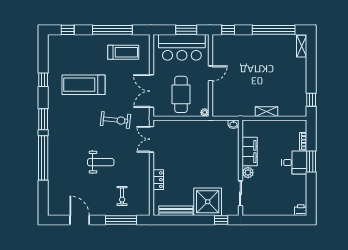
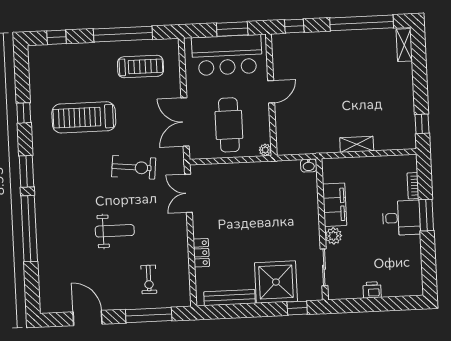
printer: (301, 210) -> (372, 290), moved

